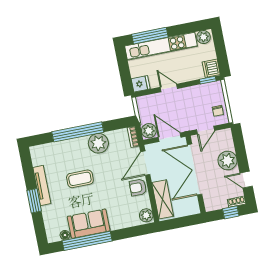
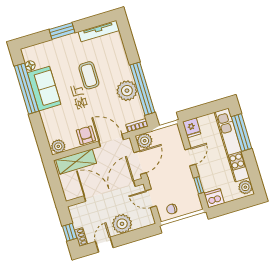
window: (208, 80) -> (199, 185), moved
window: (78, 132) -> (142, 89), moved
tv unit: (42, 186) -> (99, 31), moved

